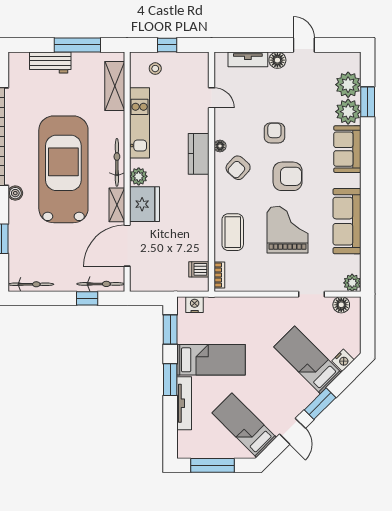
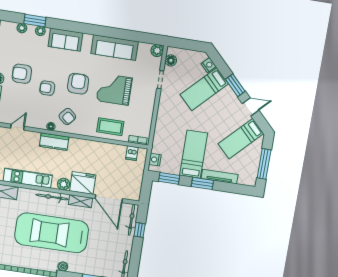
plant: (348, 85) -> (22, 28), width x0.53, depth x0.53
armchair: (289, 94) -> (22, 74), added
plant: (348, 112) -> (40, 31), width x0.53, depth x0.53

